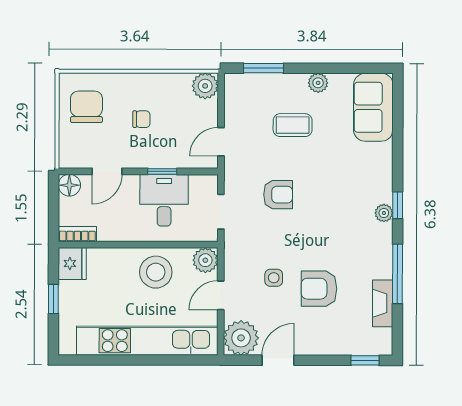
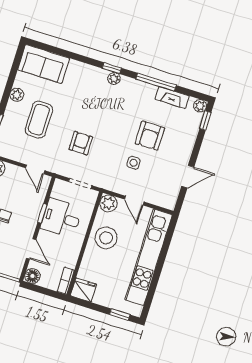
coffee table: (293, 125) -> (39, 120), width x1.36, depth x1.30
window: (53, 299) -> (120, 315), moved
plant: (241, 338) -> (200, 106), moved, width x0.53, depth x0.53
door: (278, 360) -> (188, 177), swing flipped

